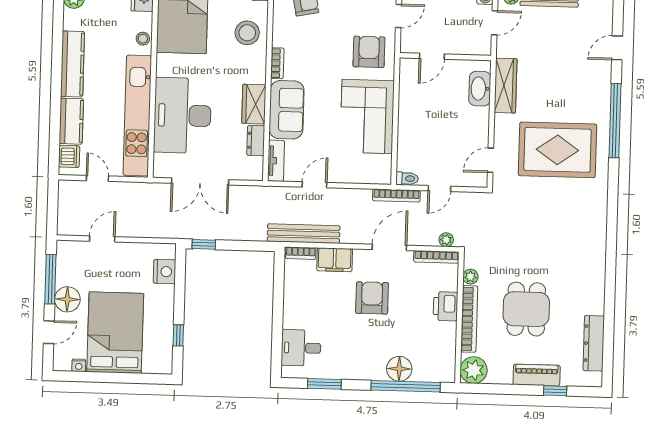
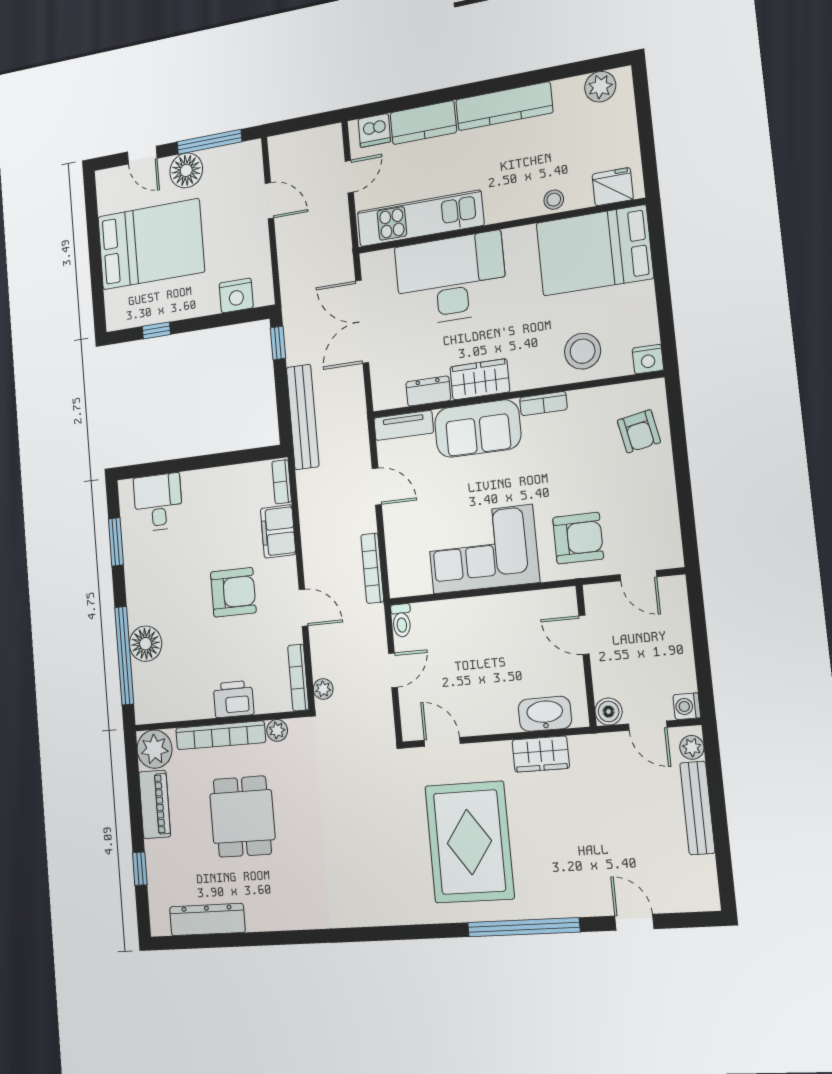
boiler: (483, 47) -> (609, 712), added
wardrobe: (506, 86) -> (541, 754), width x0.67
kitchen unit: (137, 115) -> (420, 218), width x0.73
door: (439, 189) -> (393, 670), swing flipped
bookcase: (396, 196) -> (372, 568), moved
bench: (304, 234) -> (303, 417), moved
door: (389, 247) -> (303, 608), width x0.73
dining table: (526, 309) -> (242, 817), turned 90
nightstand: (79, 365) -> (105, 204), removed
piano: (537, 375) -> (155, 804), moved

